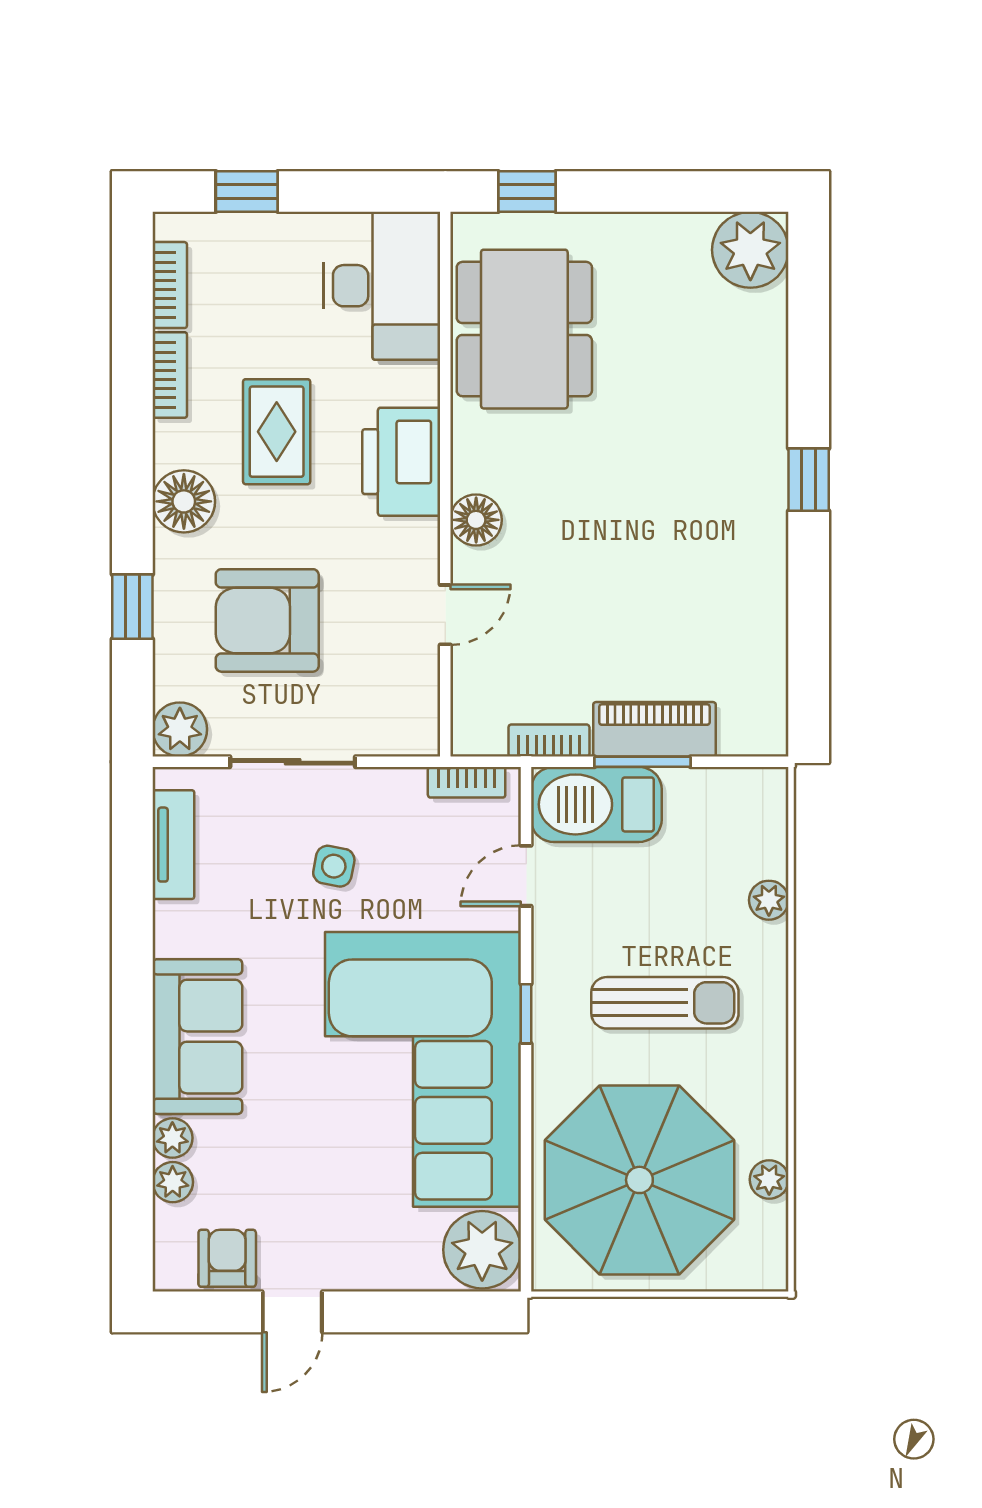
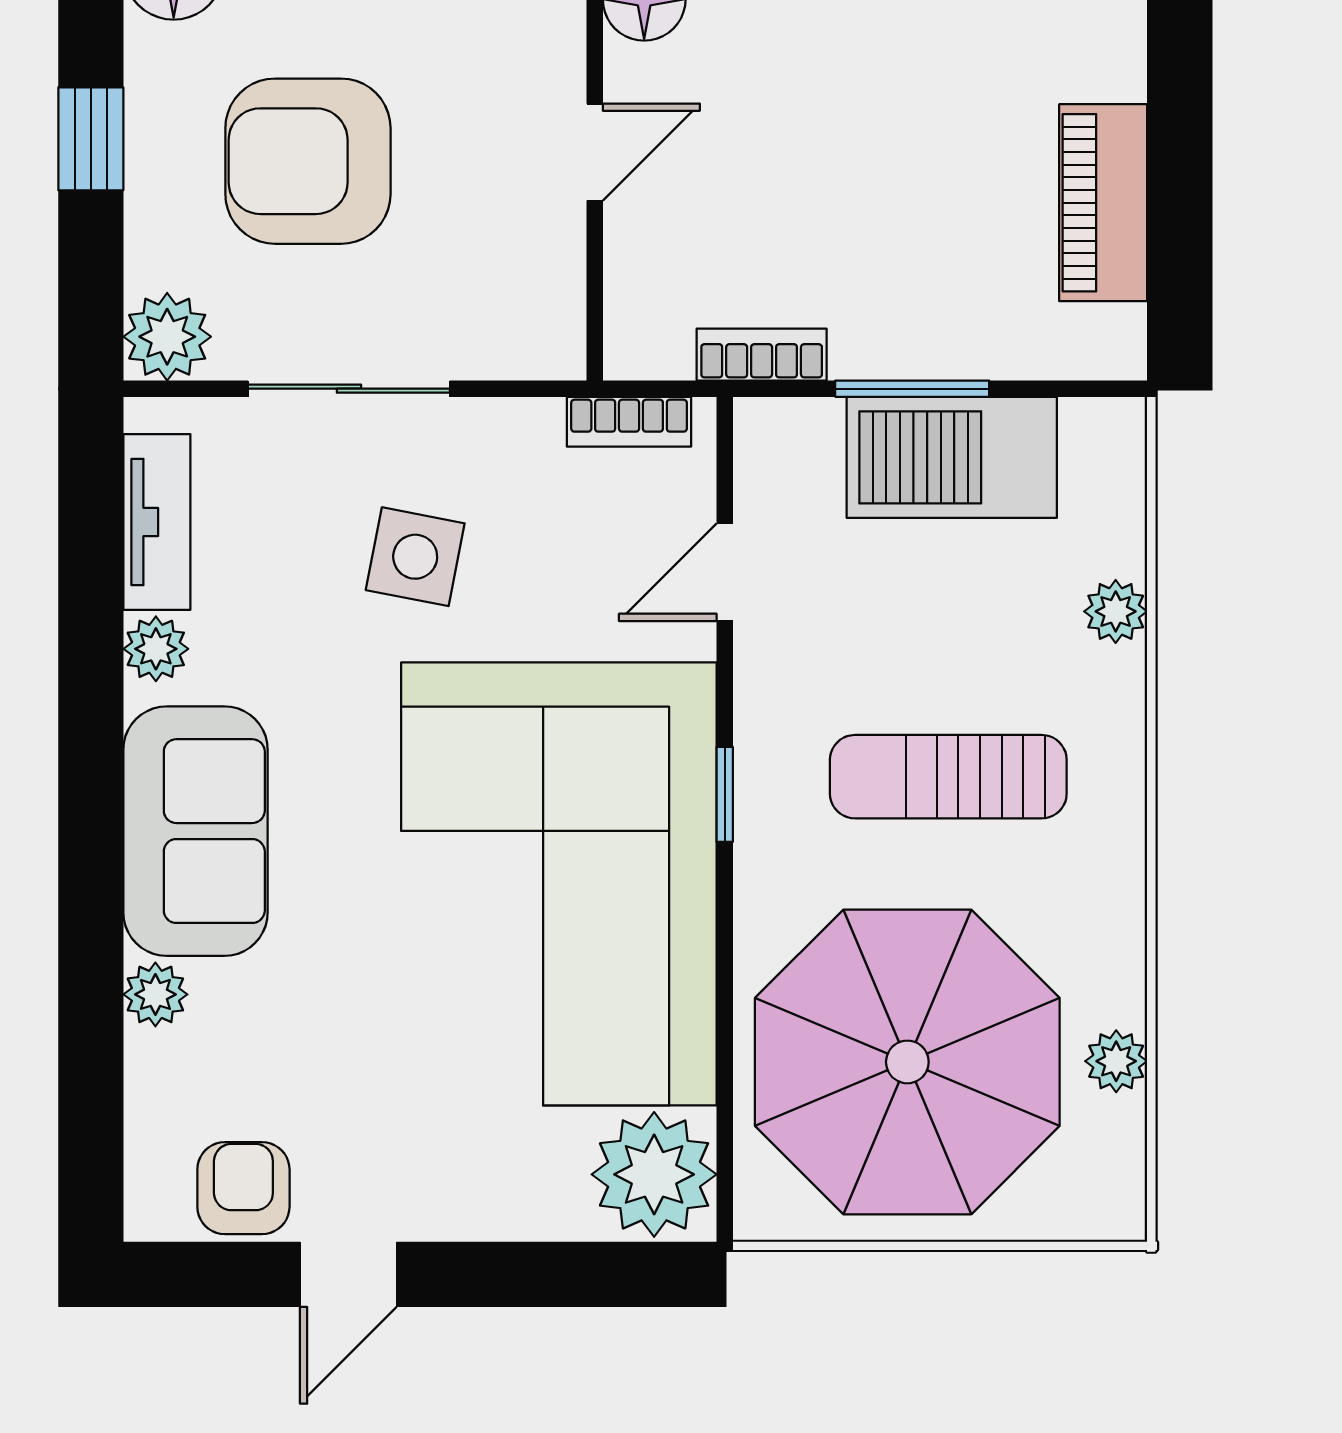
piano: (654, 729) -> (1103, 203), moved, turned -90
barbecue: (596, 804) -> (952, 457), moved
side table: (334, 866) -> (415, 557), width x1.37, depth x1.37
sun lounger: (665, 1003) -> (948, 777), turned 180
plant: (173, 1182) -> (156, 649), moved

